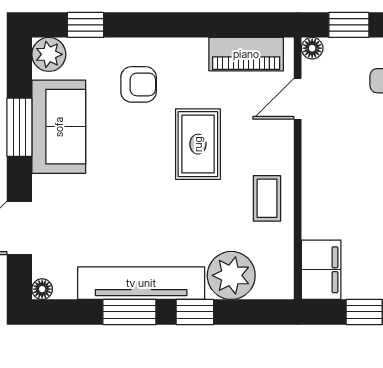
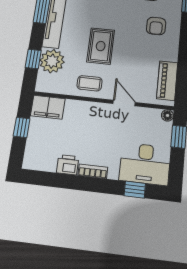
door: (298, 99) -> (124, 103), moved
rug: (198, 144) -> (101, 46), moved, turned 90
window: (195, 312) -> (33, 59), moved

